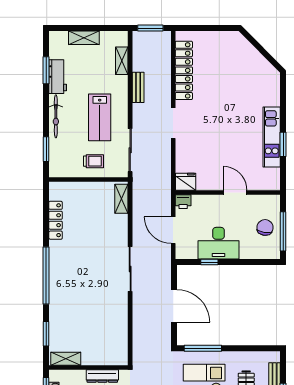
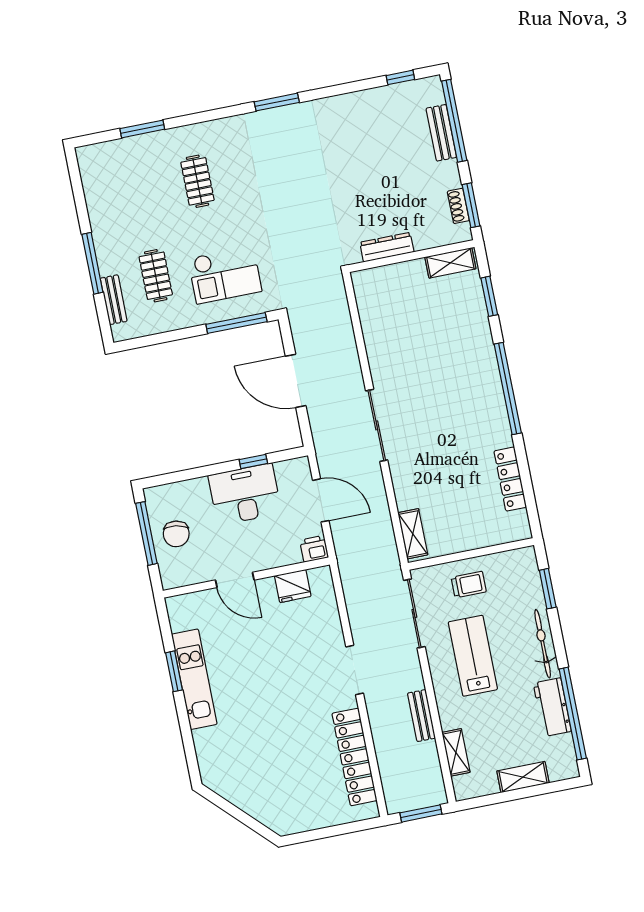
window: (46, 70) -> (573, 714), width x2.11
trolley: (94, 161) -> (469, 585), turned 180
fridge: (186, 182) -> (293, 586), moved

